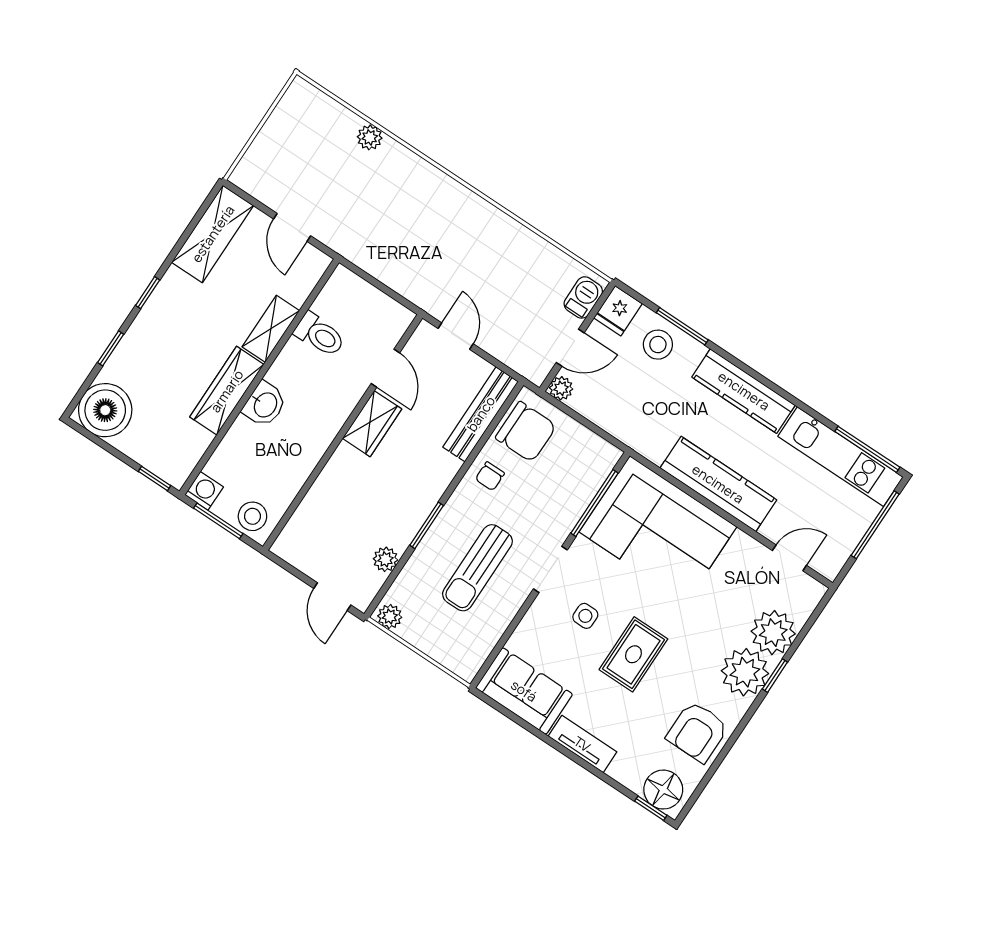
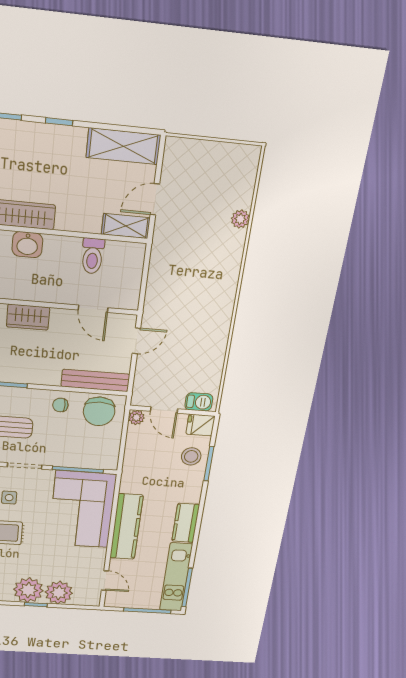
shelving: (271, 329) -> (126, 226), moved
door: (385, 368) -> (93, 309), hinge flipped
kitchen counter: (744, 391) -> (186, 523), width x0.67
wardrobe: (372, 424) -> (28, 317), moved

